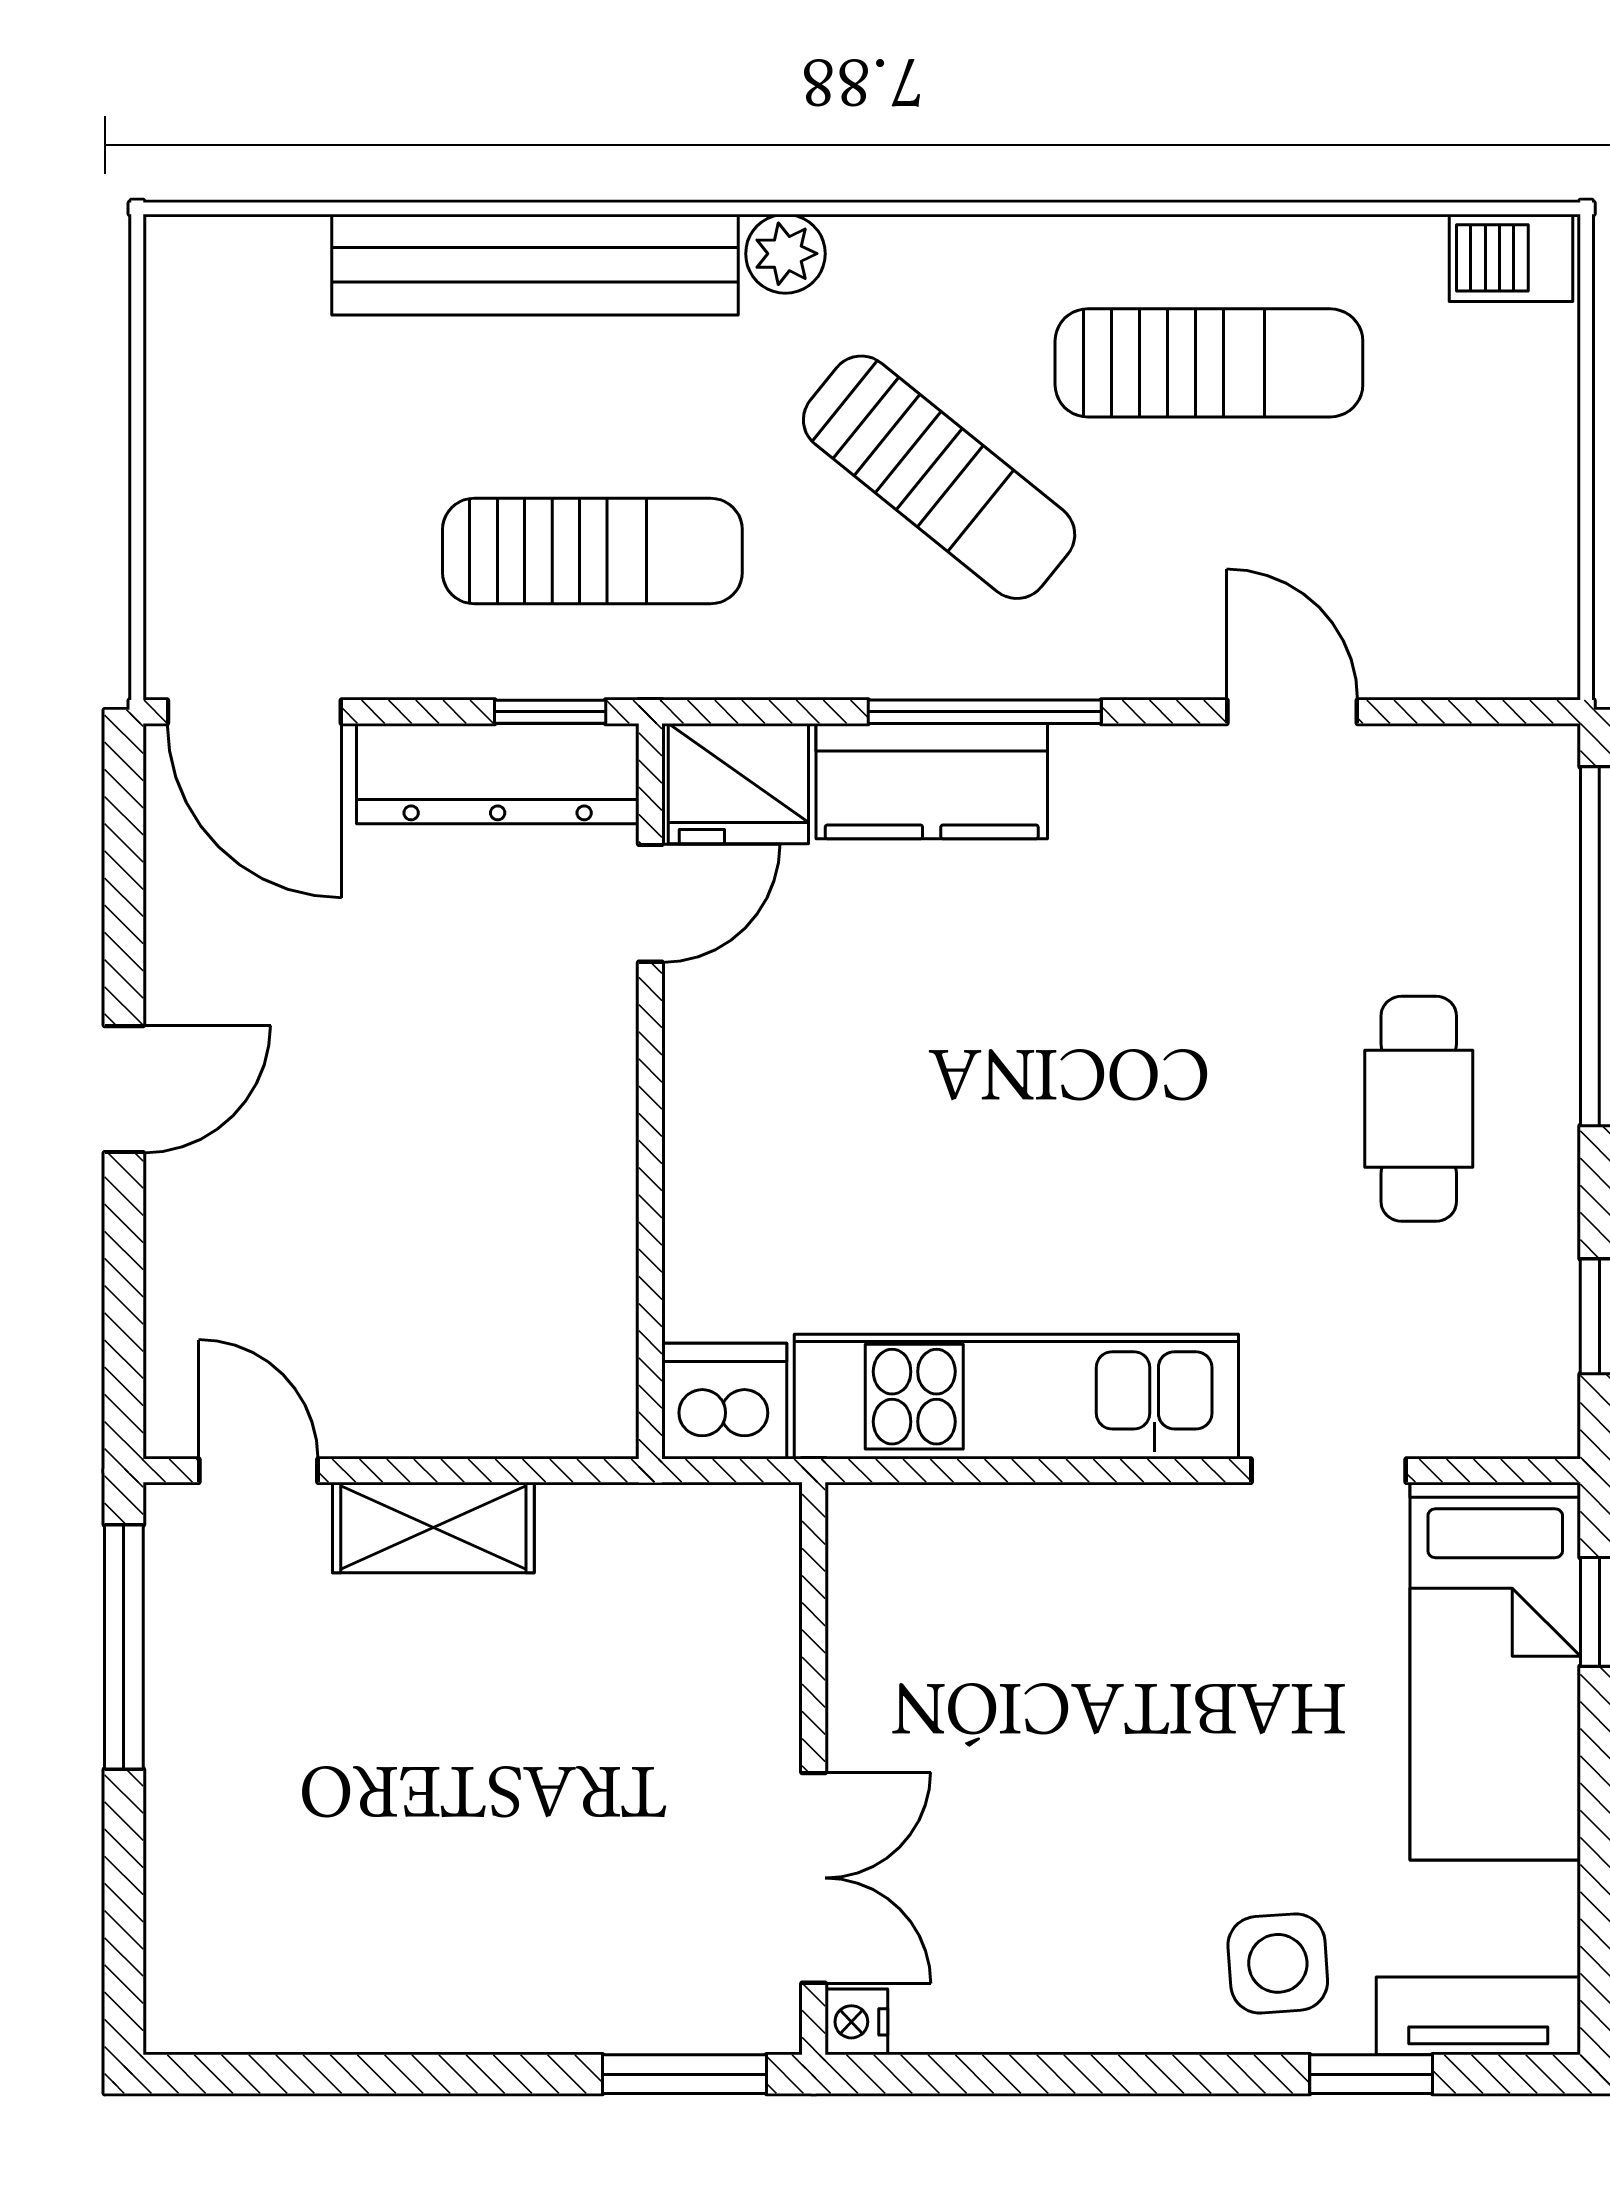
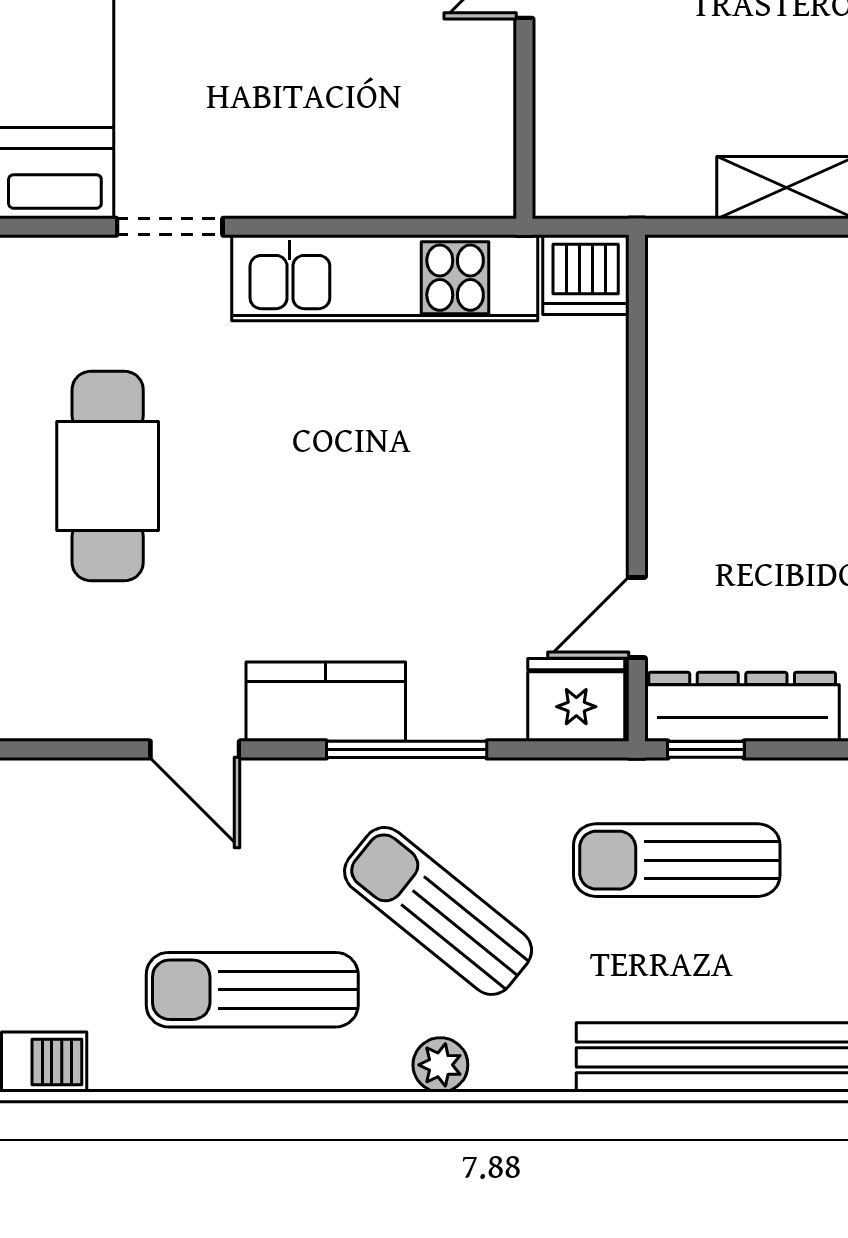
plant: (785, 254) -> (440, 1065), moved
kitchen counter: (932, 781) -> (326, 702), moved
cafe table: (1419, 1109) -> (108, 476), width x1.37, depth x1.35

